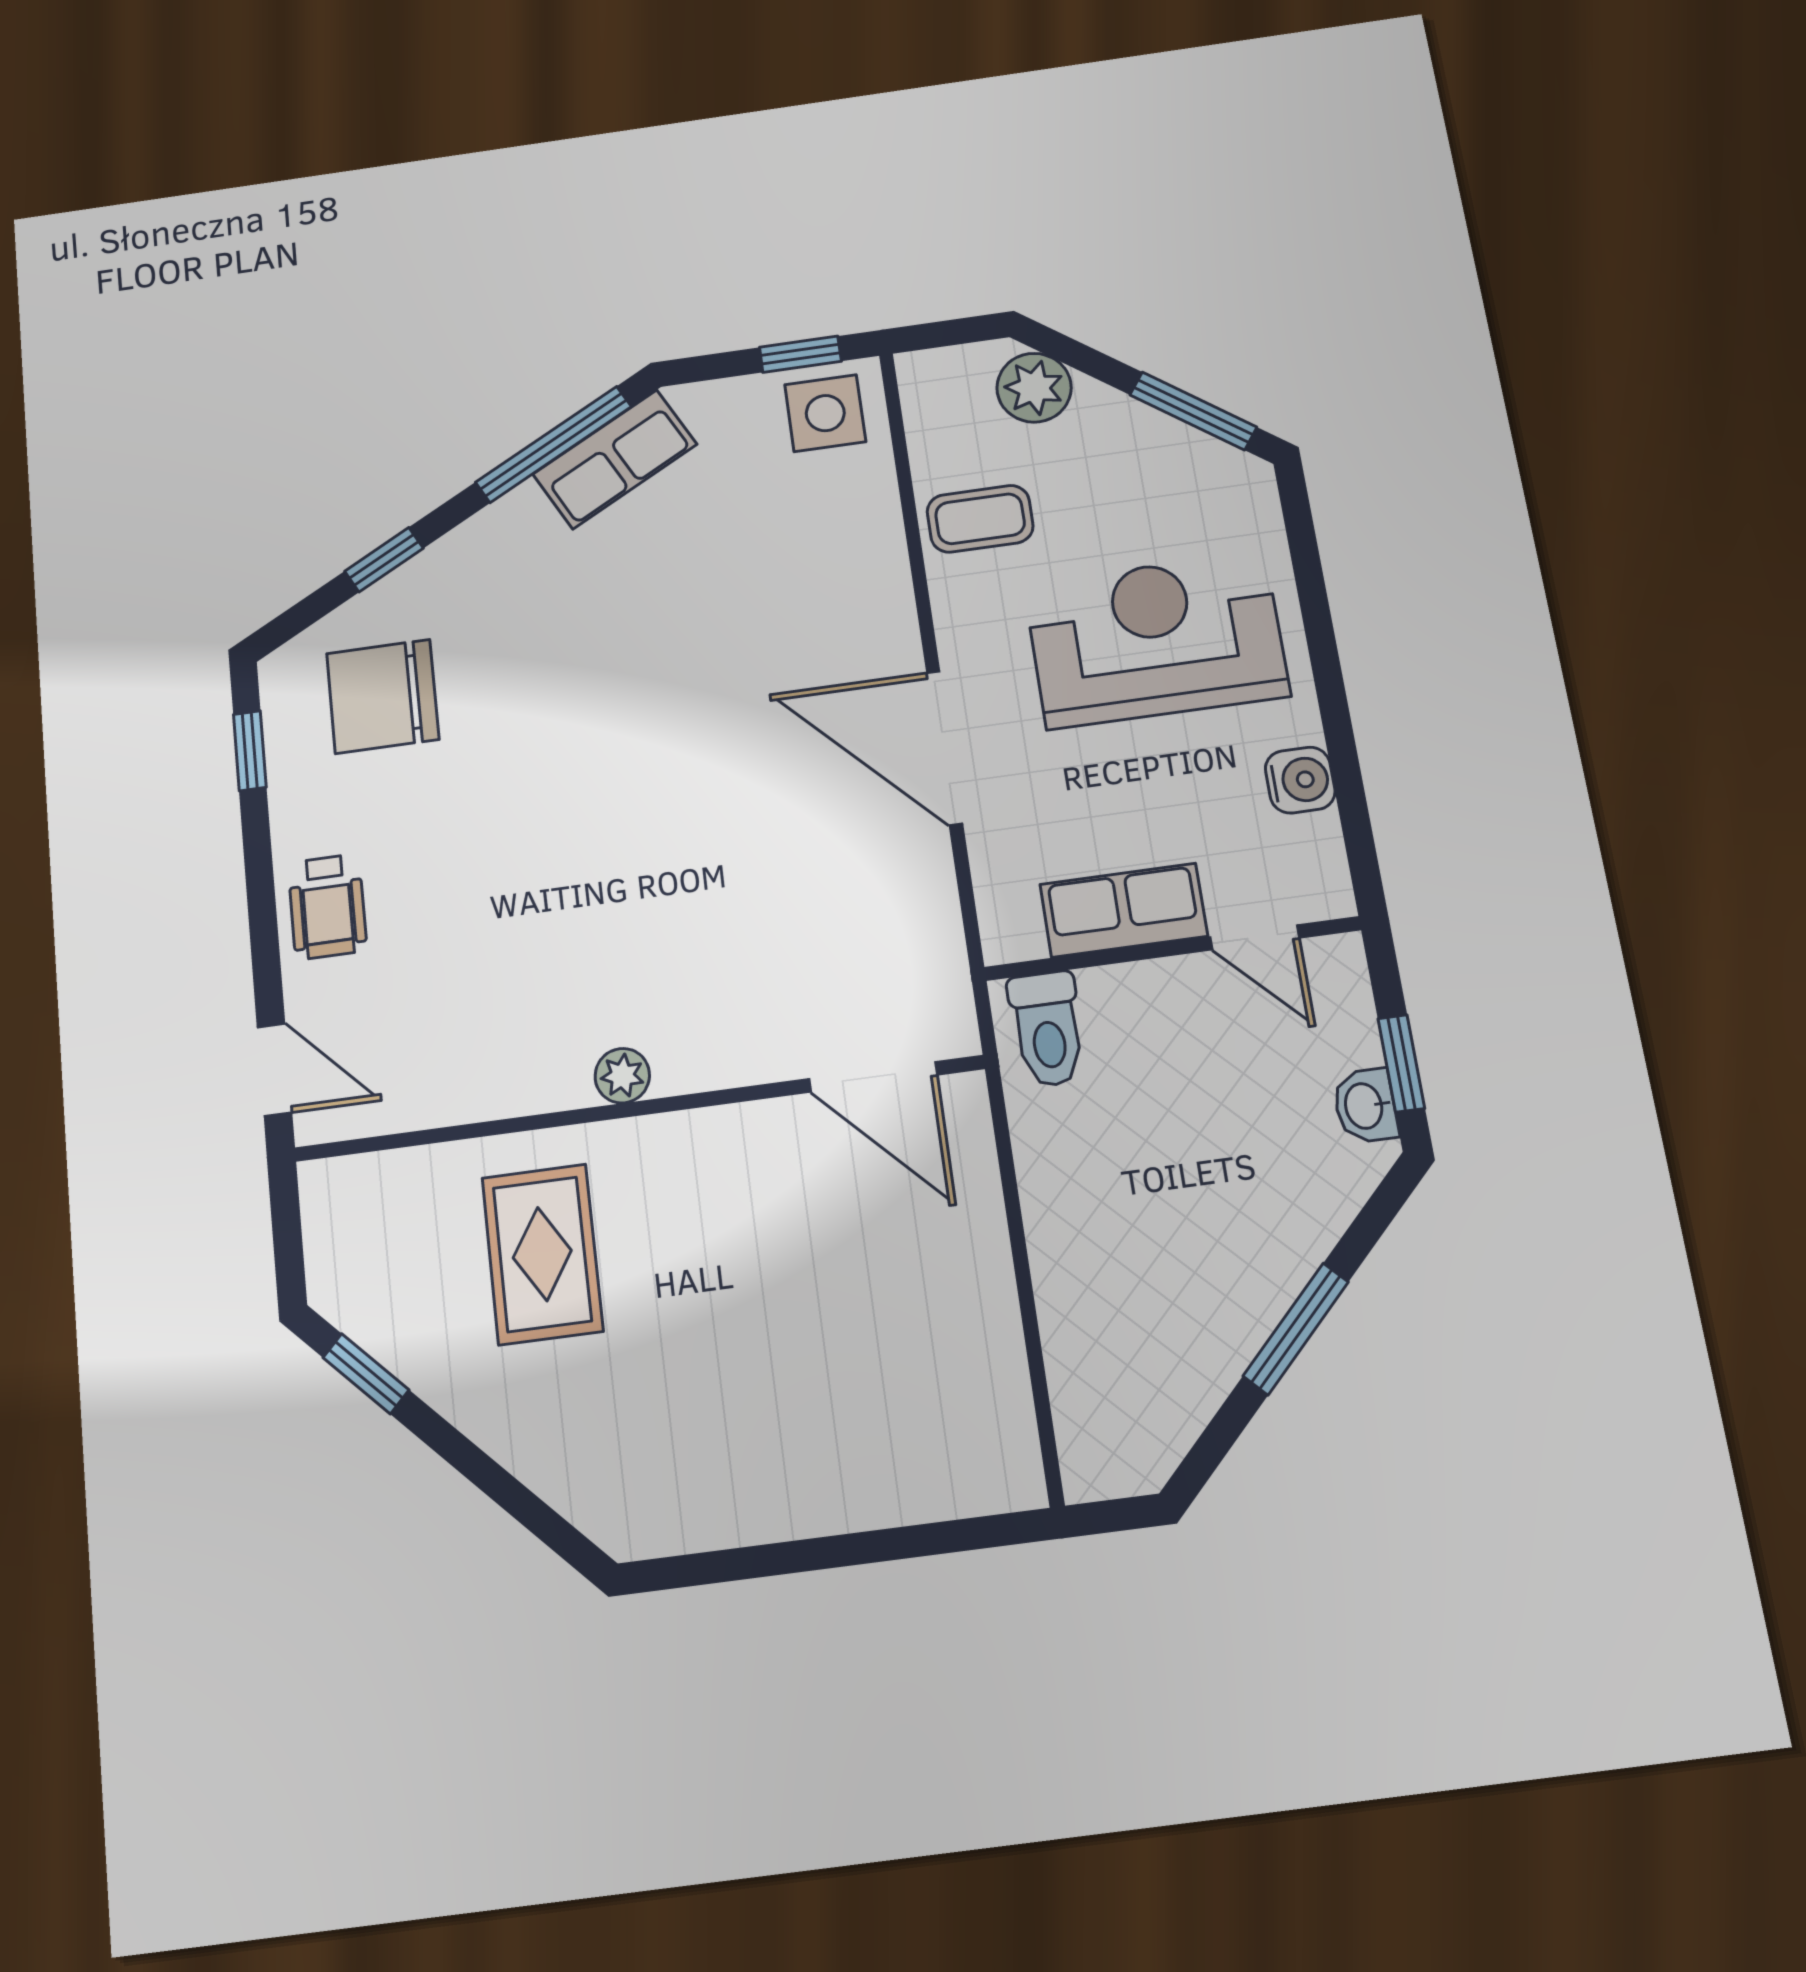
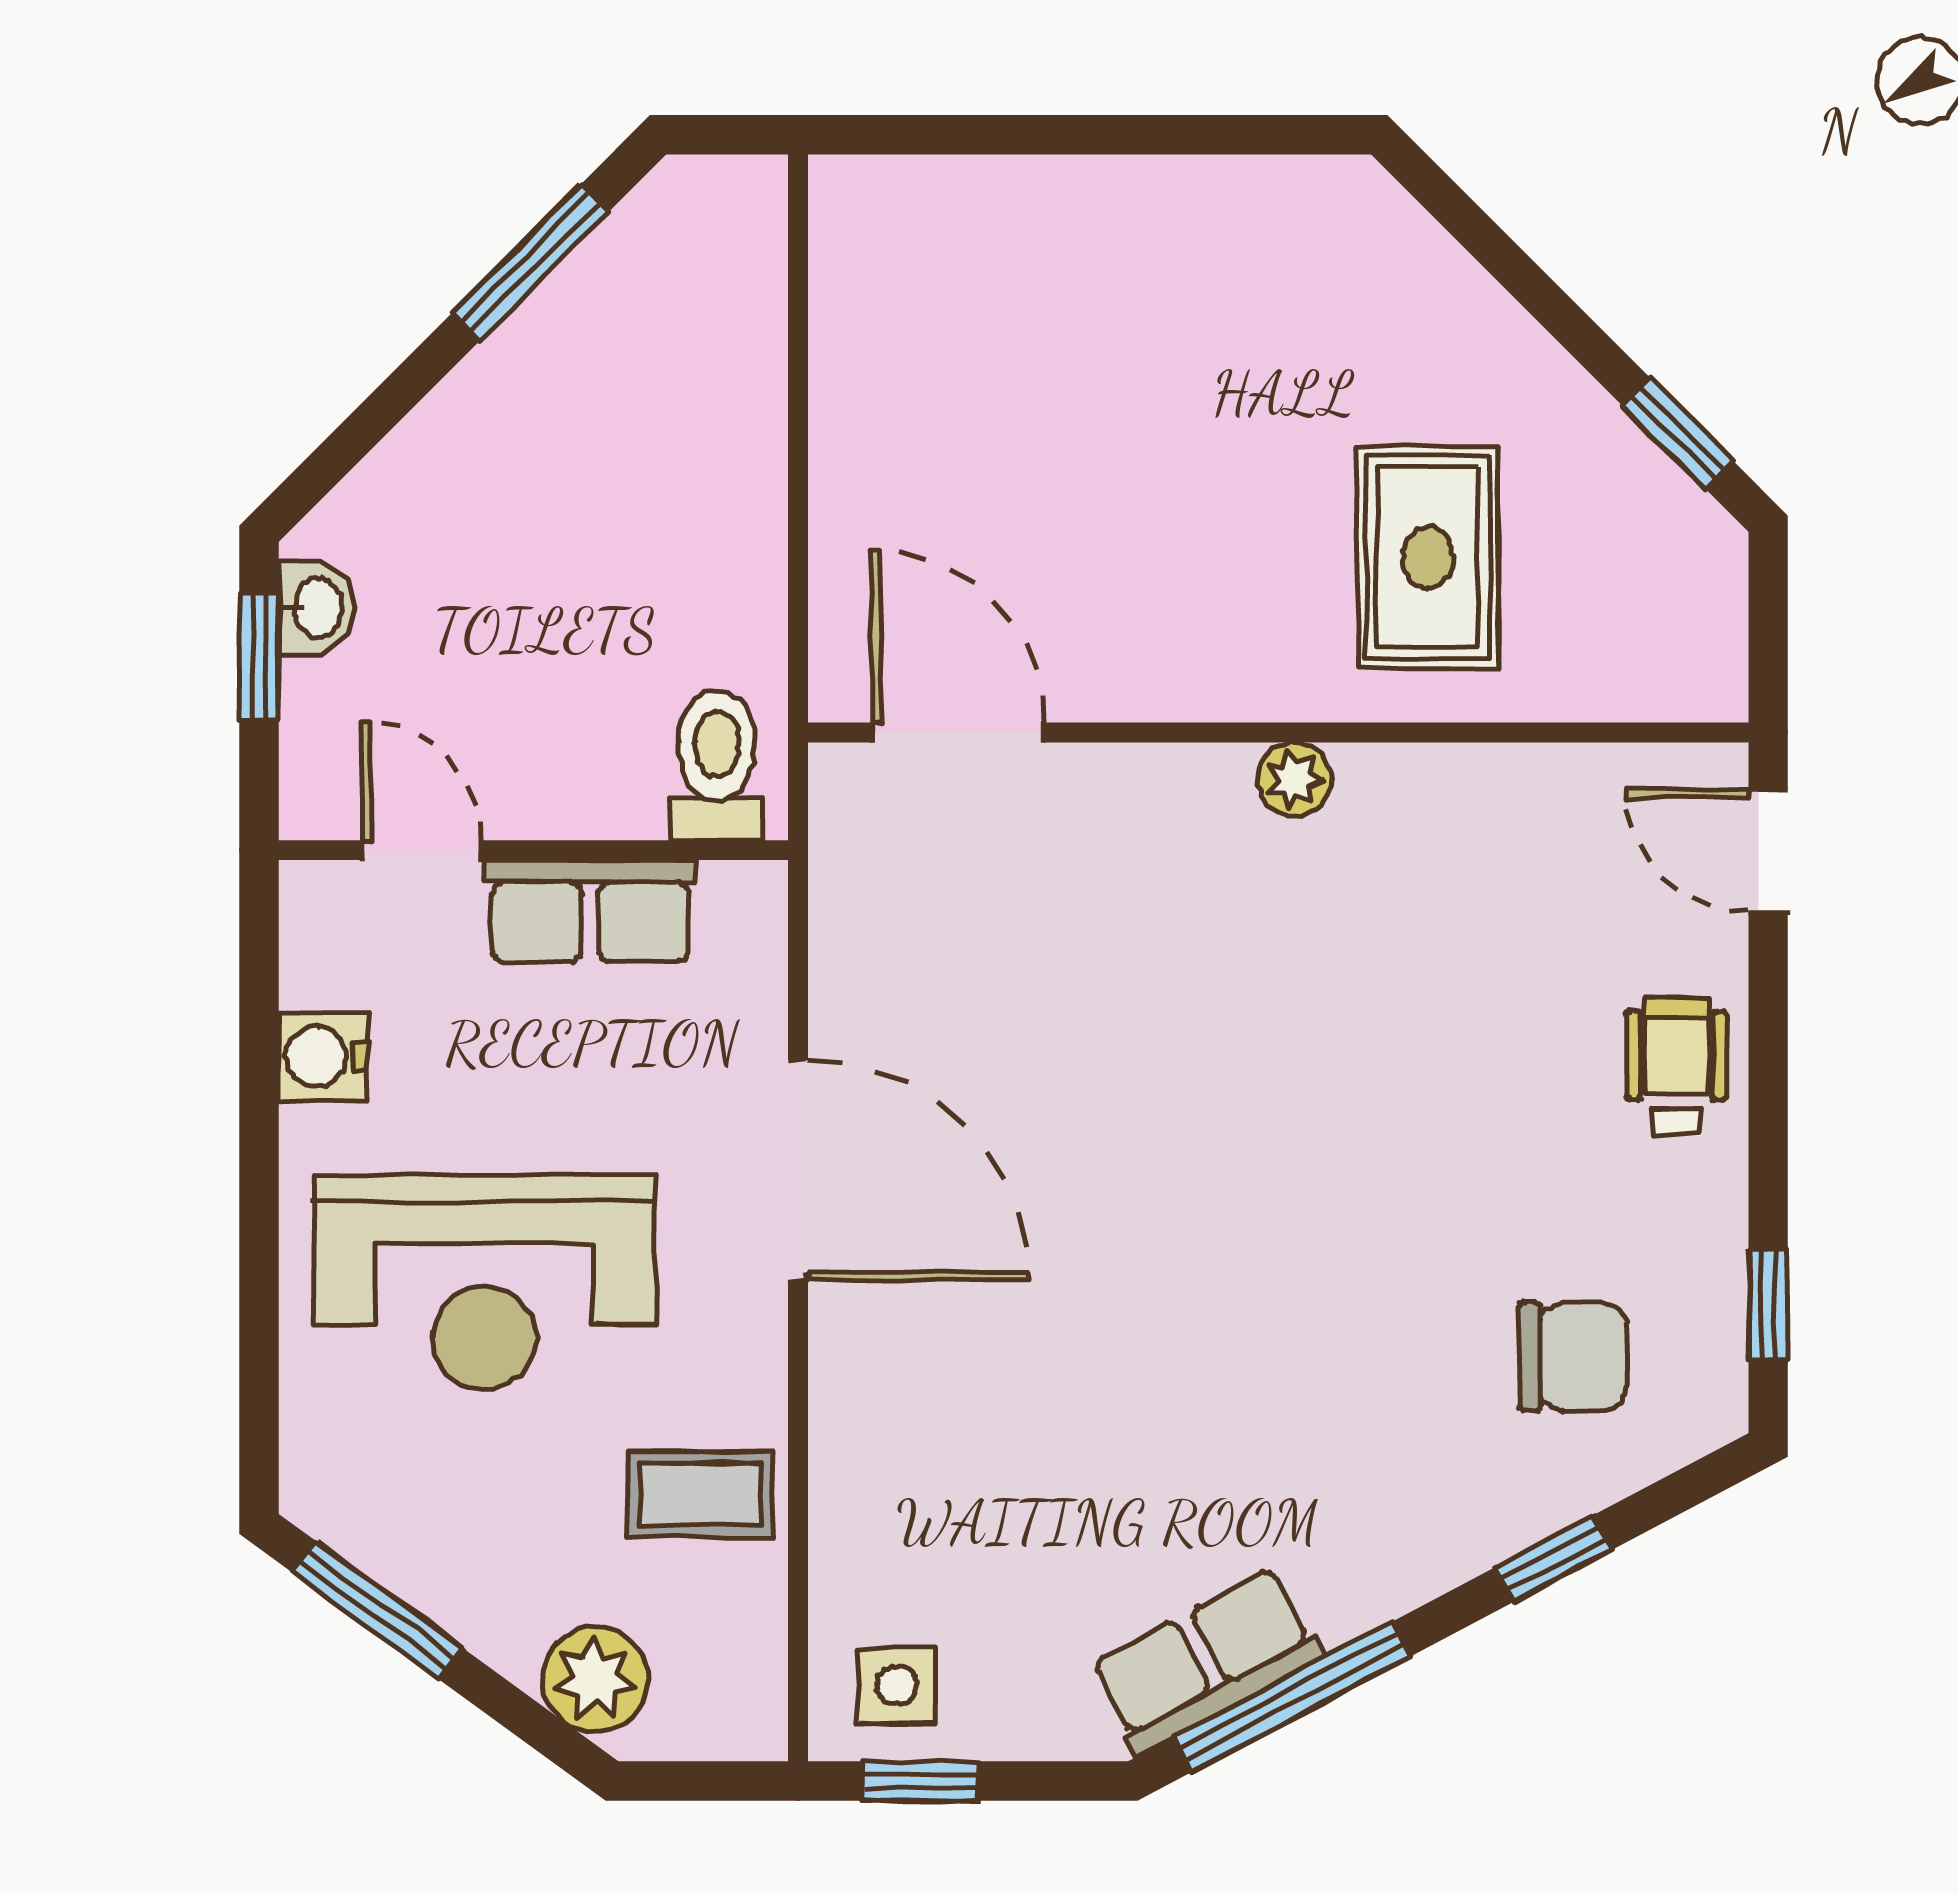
side table: (825, 413) -> (897, 1686), width x0.73, depth x0.73
chair: (383, 696) -> (1573, 1357), width x0.73, depth x0.73
window: (1296, 1329) -> (531, 262), moved

